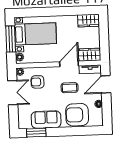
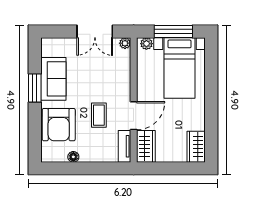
door: (69, 64) -> (134, 116), hinge flipped
armchair: (38, 82) -> (109, 68), removed
door: (106, 84) -> (102, 168), removed
armchair: (77, 115) -> (59, 125), turned 180
window: (36, 133) -> (35, 88), moved

